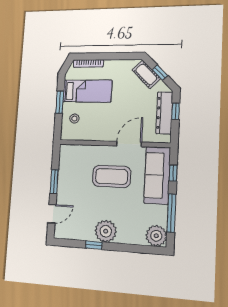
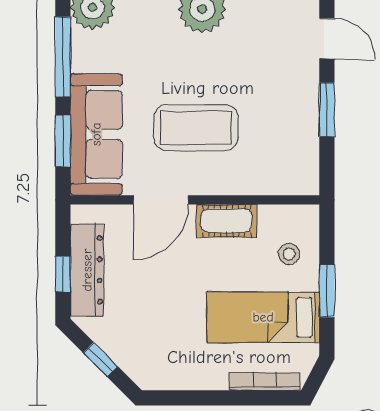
cot: (146, 74) -> (227, 221), moved, turned -45
window: (173, 173) -> (63, 141), width x1.50
door: (52, 214) -> (327, 39), swing flipped

